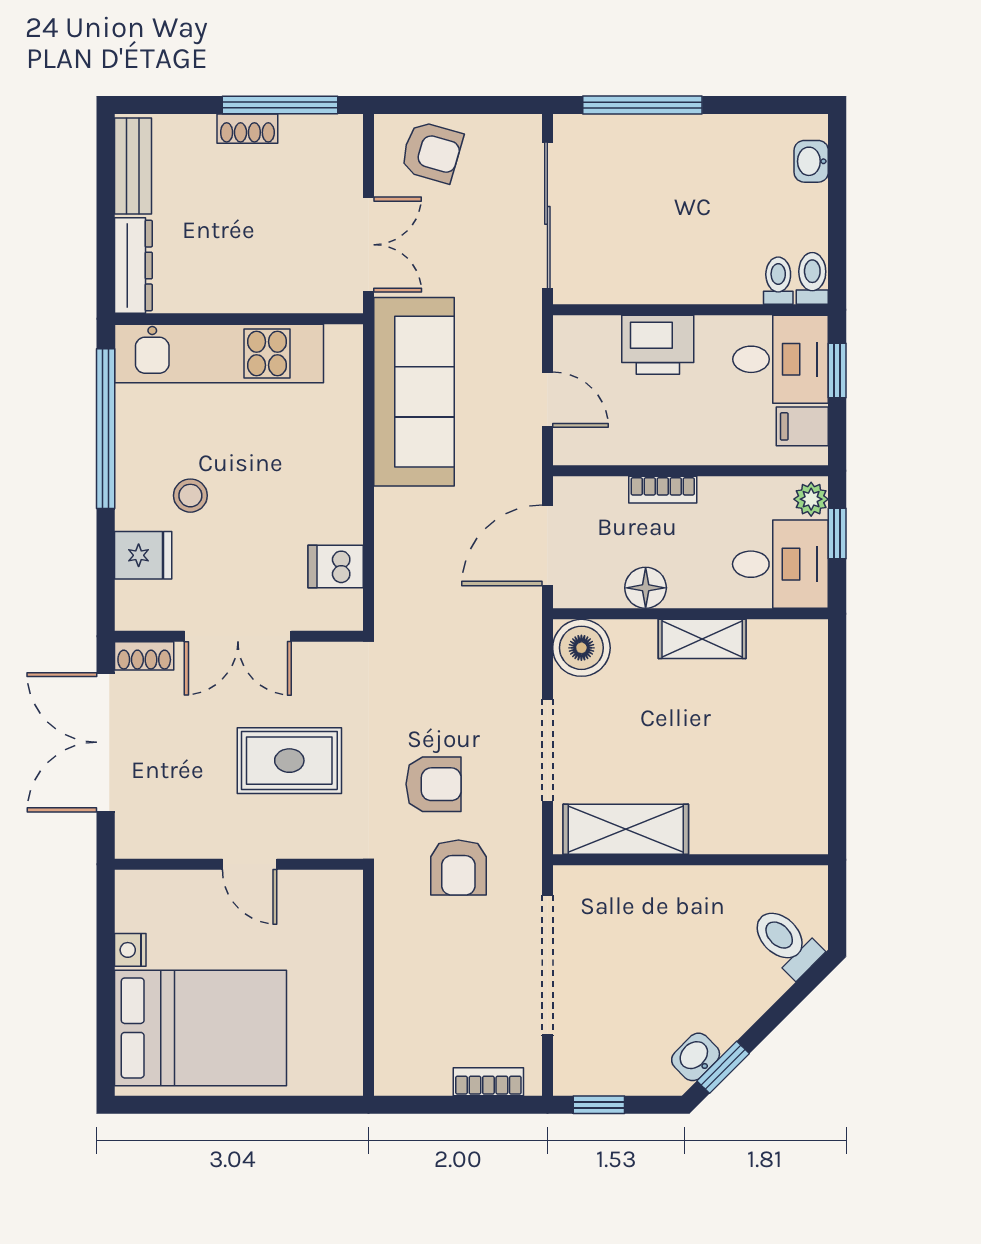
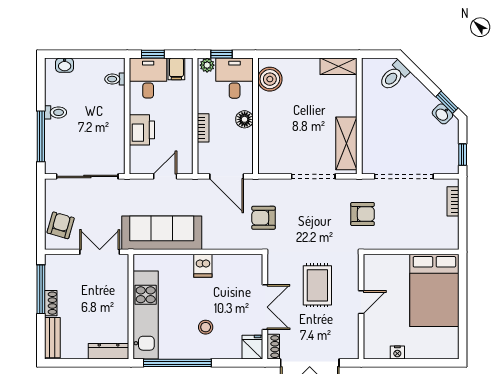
bench: (133, 166) -> (52, 338), moved, turned 90
toilet: (812, 278) -> (56, 112), moved, turned 180
fridge: (143, 555) -> (252, 347), moved
dishwasher: (336, 566) -> (203, 266), moved
floor lamp: (646, 588) -> (245, 119), moved
shelving: (702, 639) -> (339, 66), moved, turned 90
boiler: (581, 648) -> (270, 79), moved
armchair: (434, 784) -> (263, 218), moved, turned -90
bed: (200, 1028) -> (434, 290), moved, turned 180

